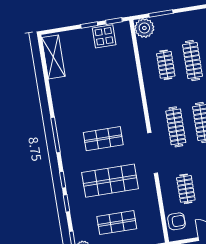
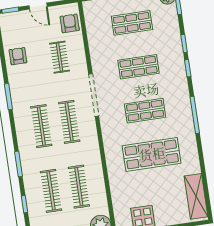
clothes rail: (166, 65) -> (79, 187), width x1.36
shop shelf: (96, 97) -> (152, 154), added
shop shelf: (110, 181) -> (138, 67), width x0.70, depth x0.74
armchair: (176, 221) -> (70, 23), turned 90

